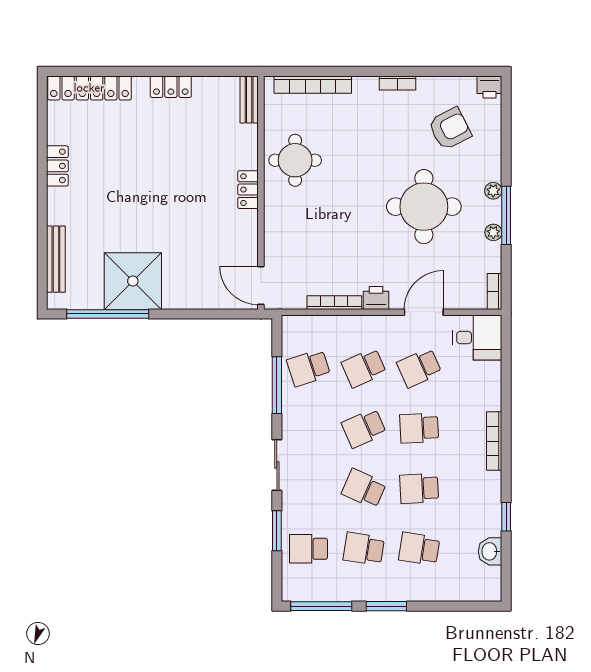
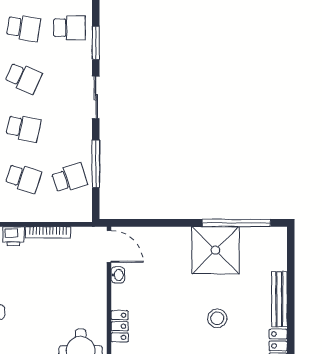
stool: (131, 199) -> (217, 318), added
washbasin: (250, 251) -> (118, 275), added
bench: (56, 259) -> (279, 299), moved
school desk: (364, 368) -> (23, 178), turned 42
school desk: (364, 428) -> (23, 128), turned 36

